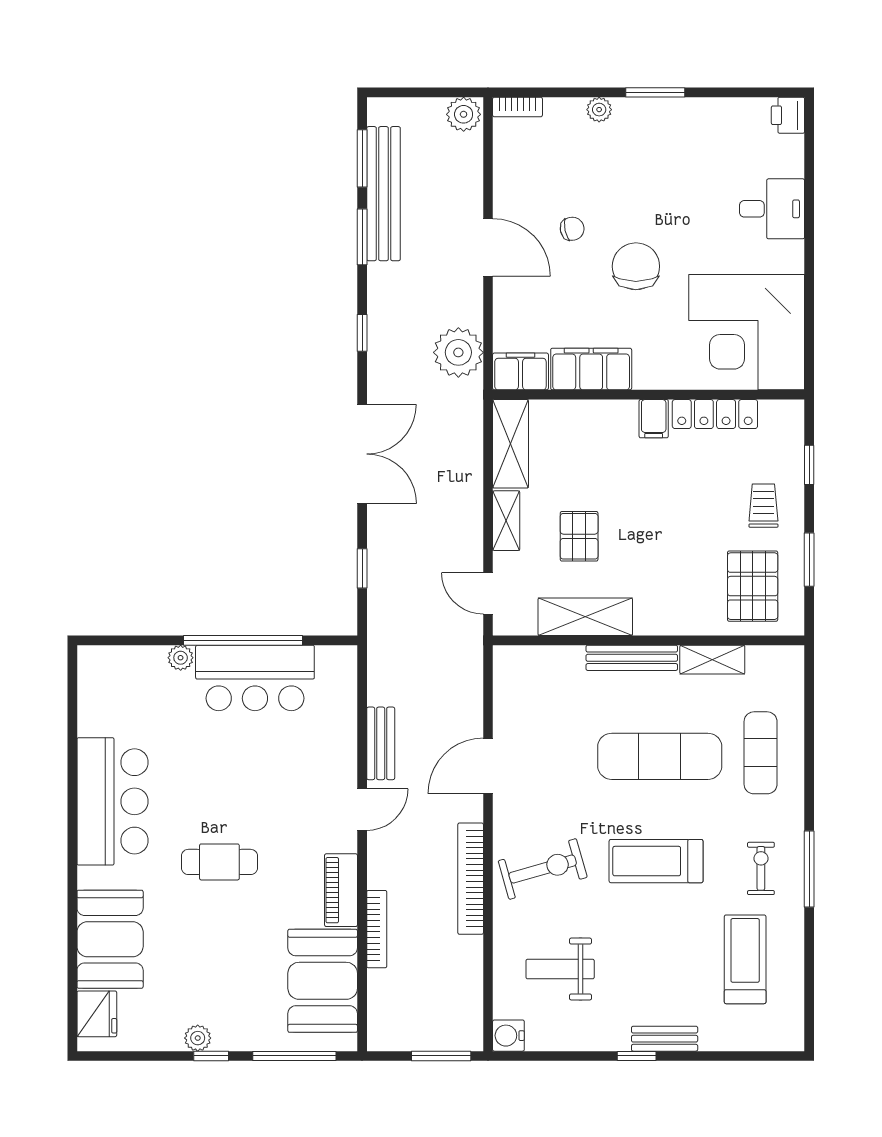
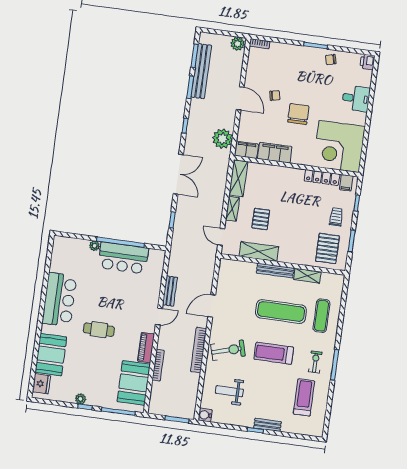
plant: (599, 110) -> (292, 49), removed
chair: (697, 122) -> (331, 60), added
filing cabinet: (654, 419) -> (346, 183), moved

